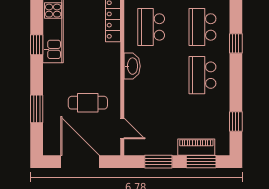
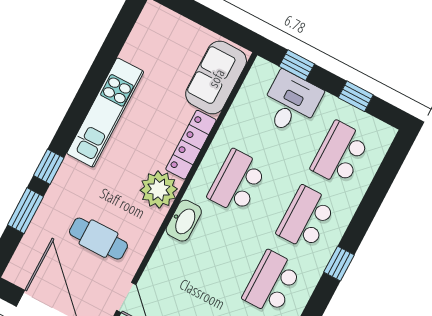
window: (37, 45) -> (49, 167), moved
plant: (108, 56) -> (159, 190), added

